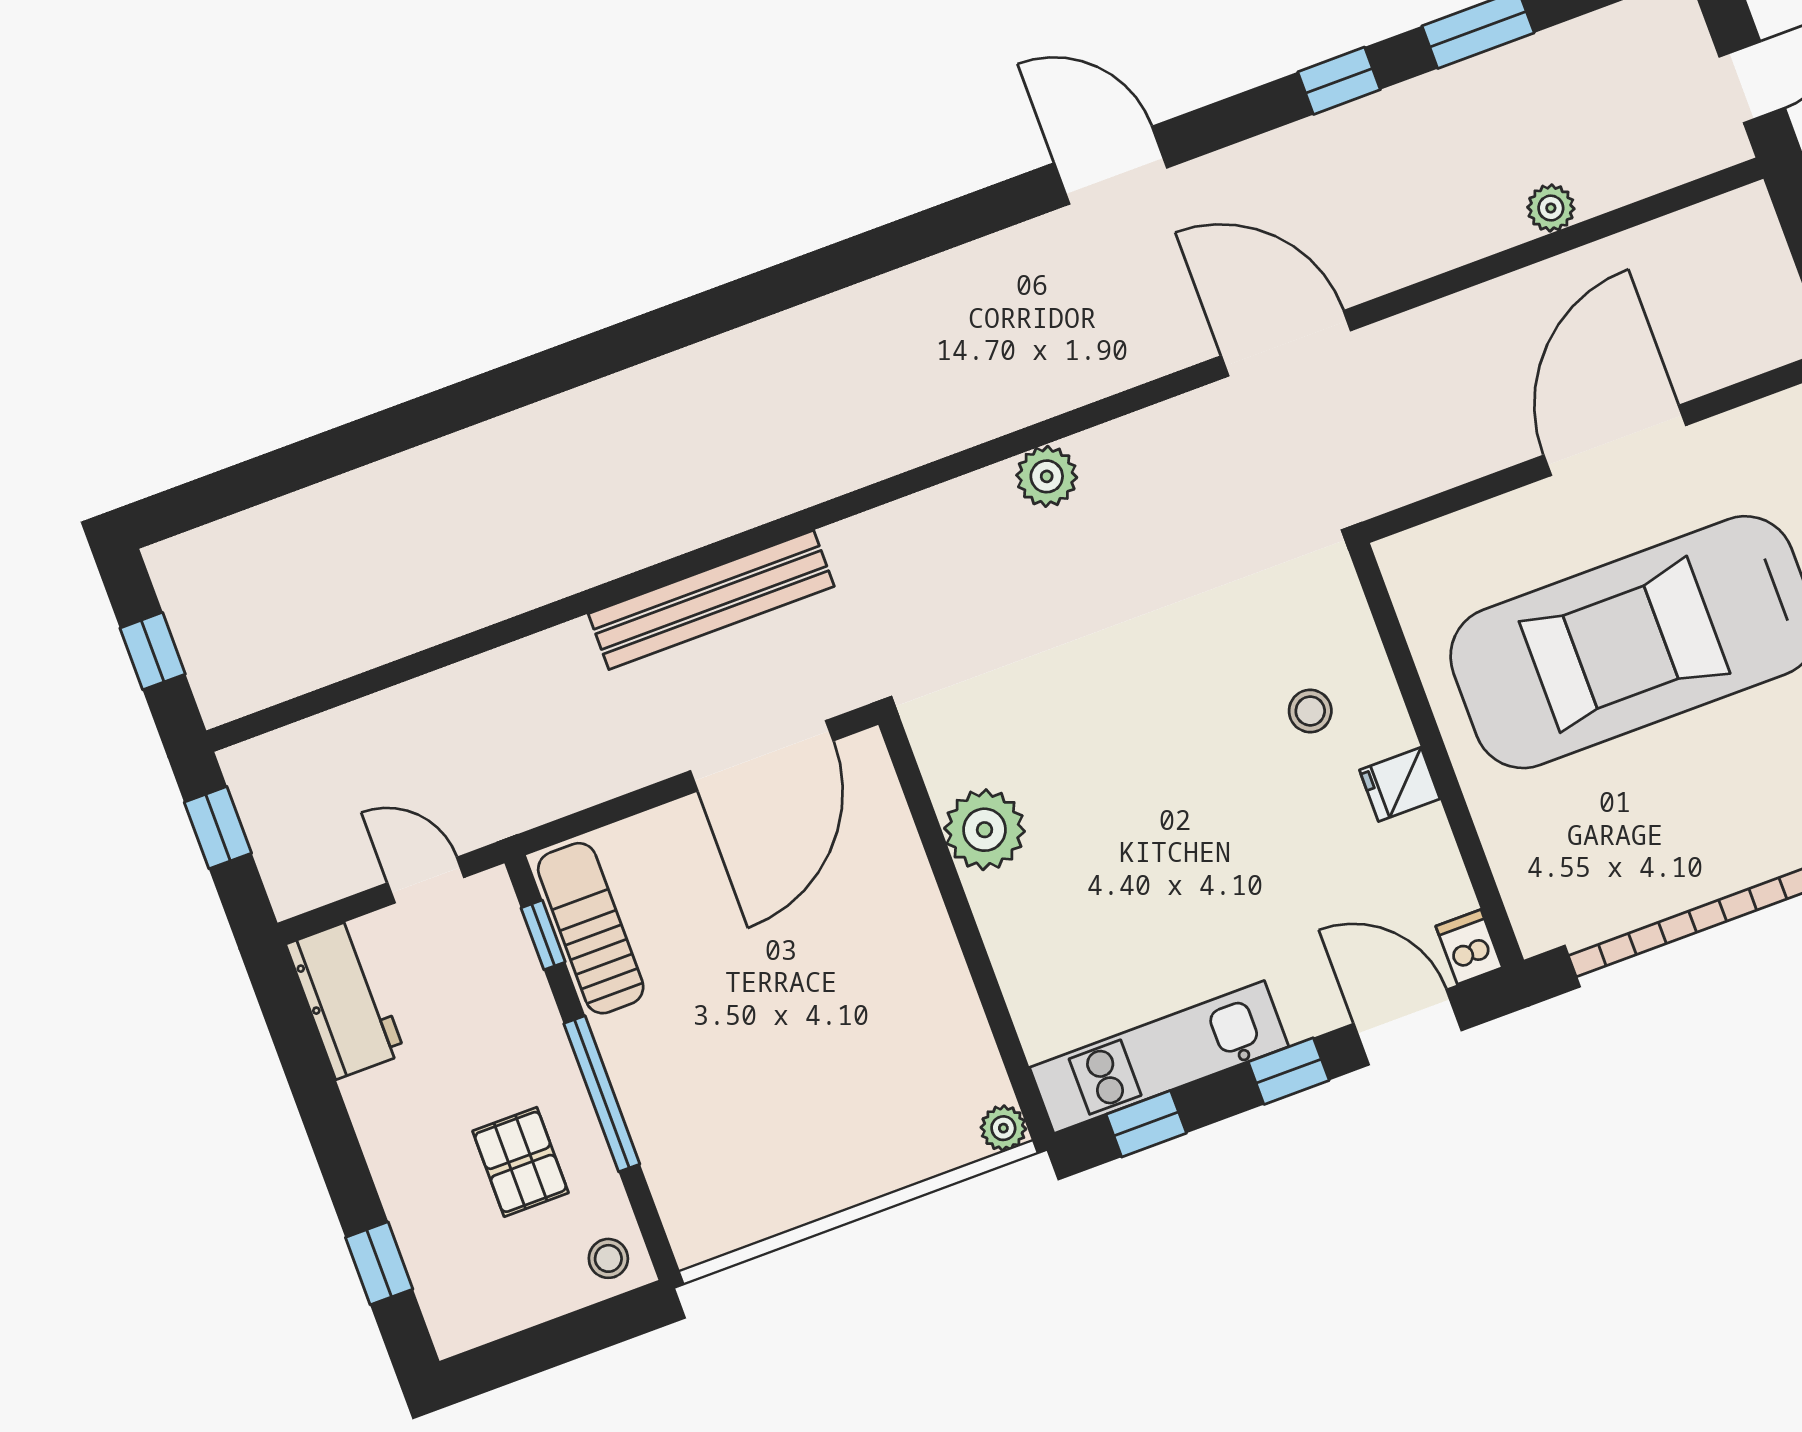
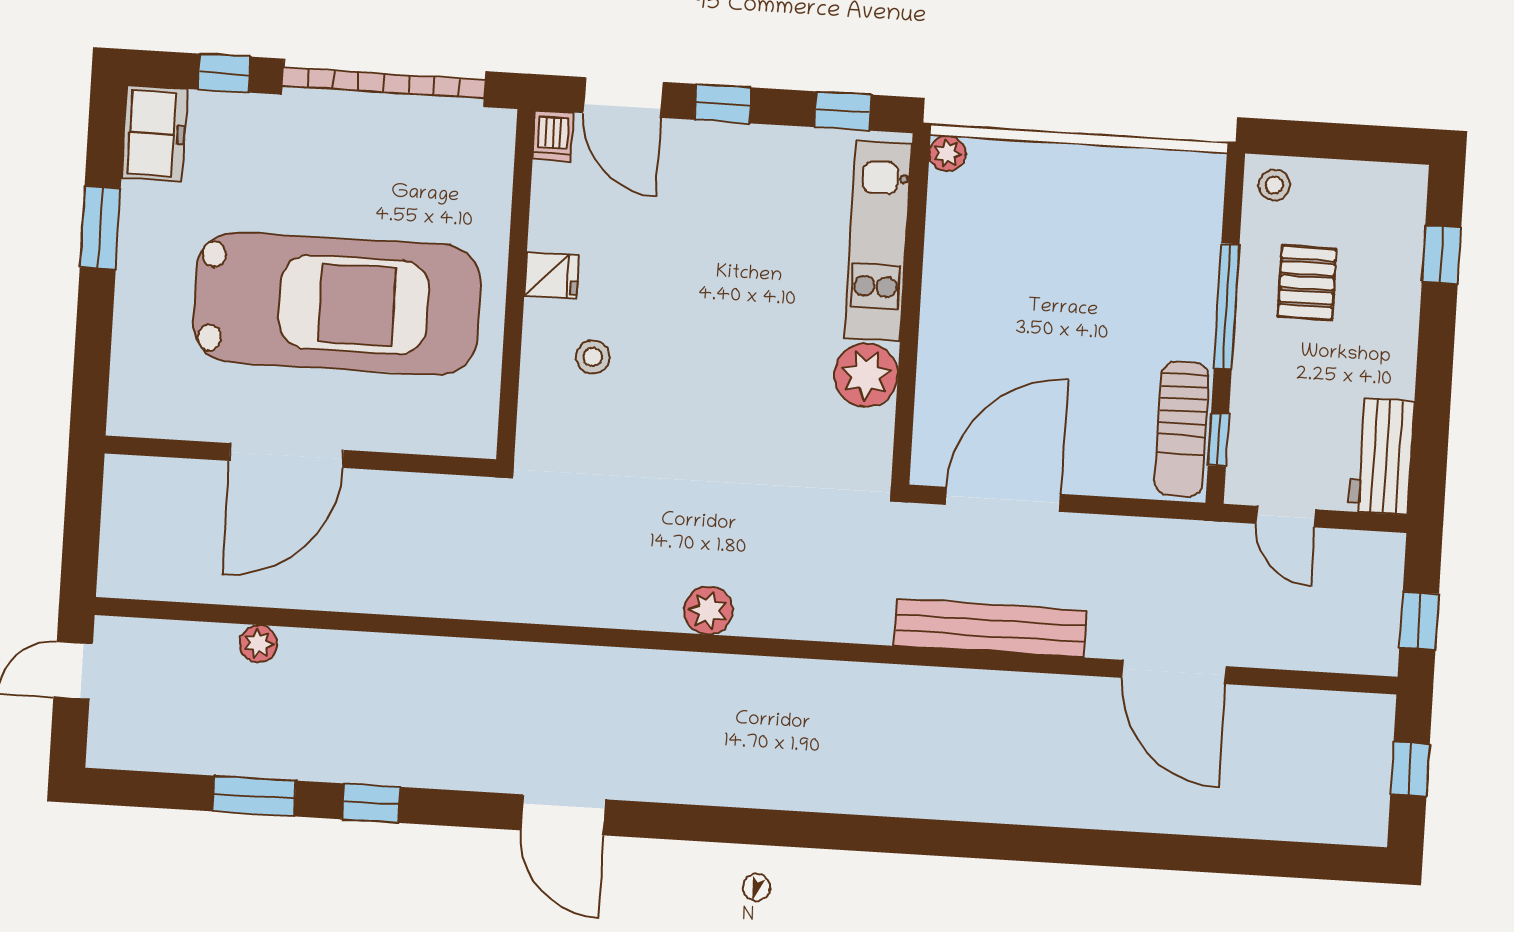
door: (1286, 343) -> (1174, 672), moved
kitchen unit: (1159, 1057) -> (878, 241), moved, turned 90

